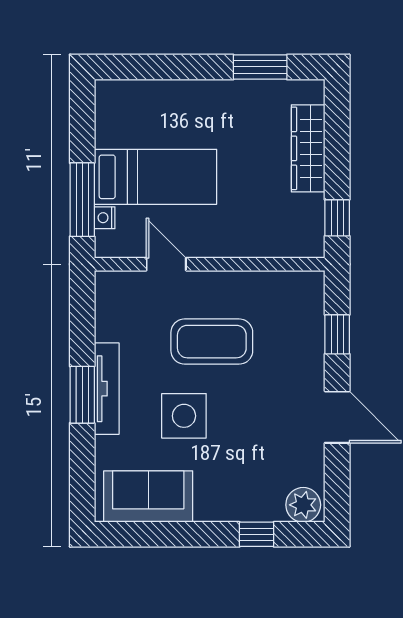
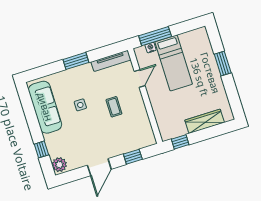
window: (260, 67) -> (223, 63), moved
coffee table: (212, 342) -> (114, 107), width x0.54, depth x0.58
tv unit: (107, 389) -> (111, 61), moved
side table: (184, 416) -> (80, 105), width x0.54, depth x0.54
sofa: (148, 497) -> (45, 107), width x1.36

